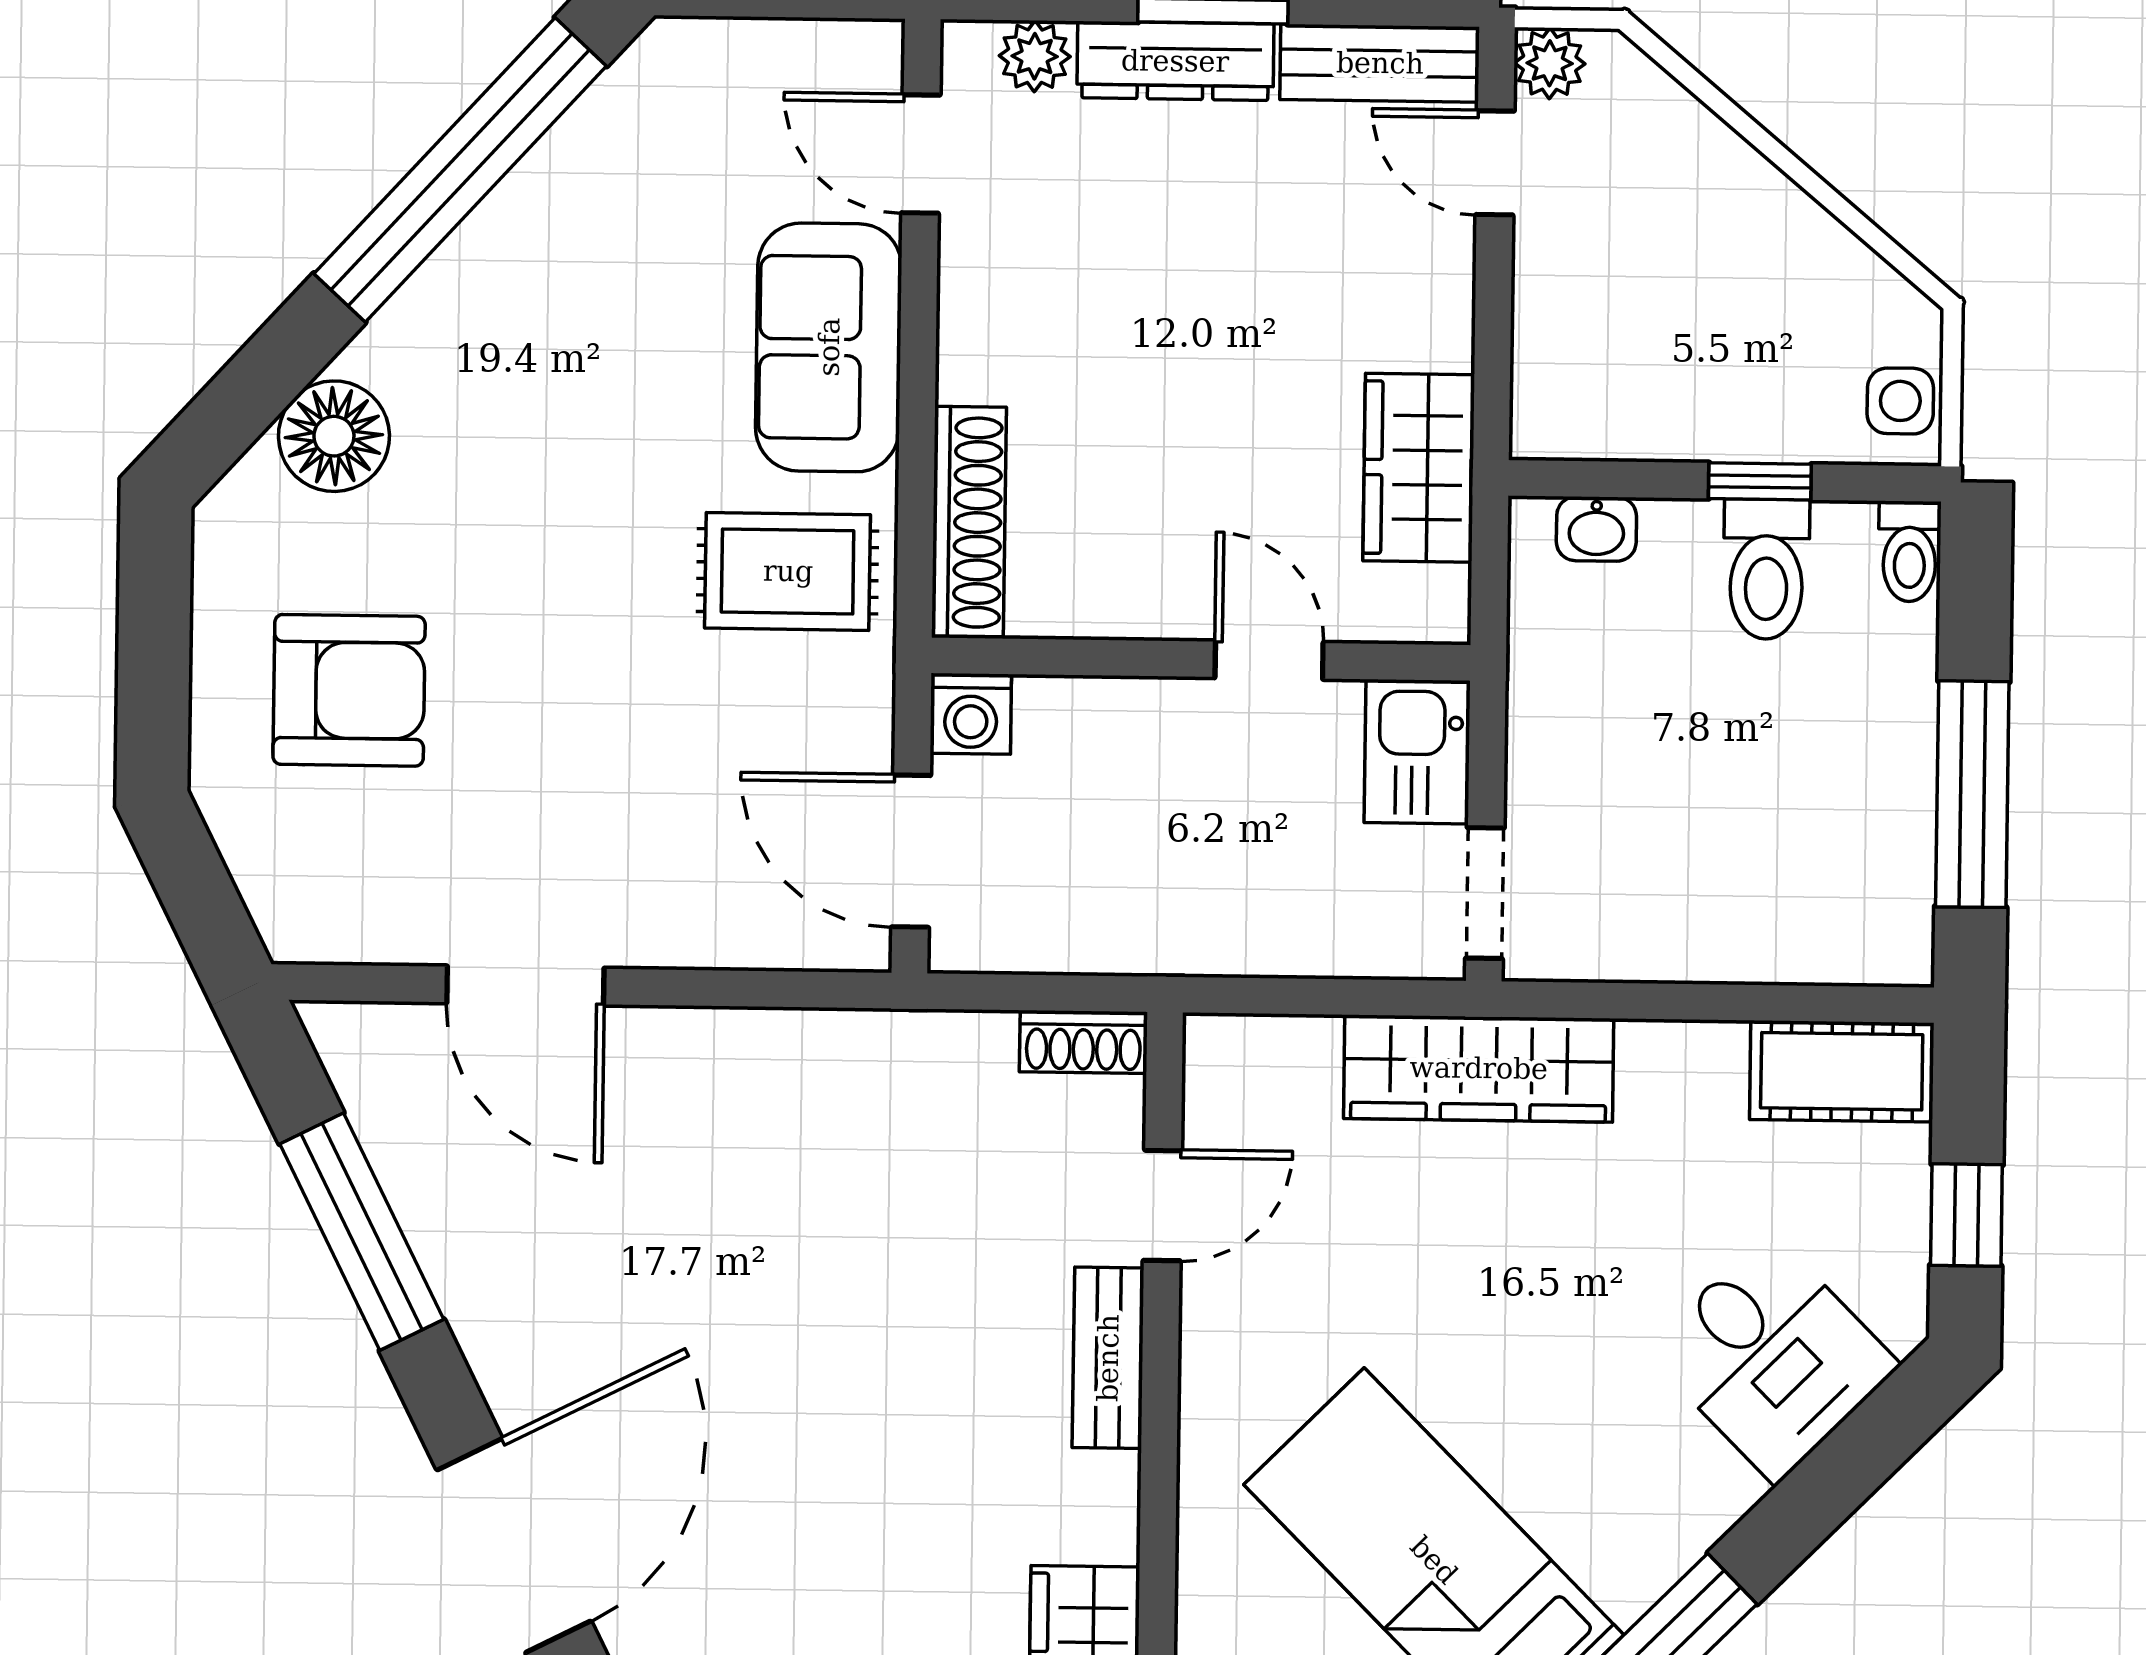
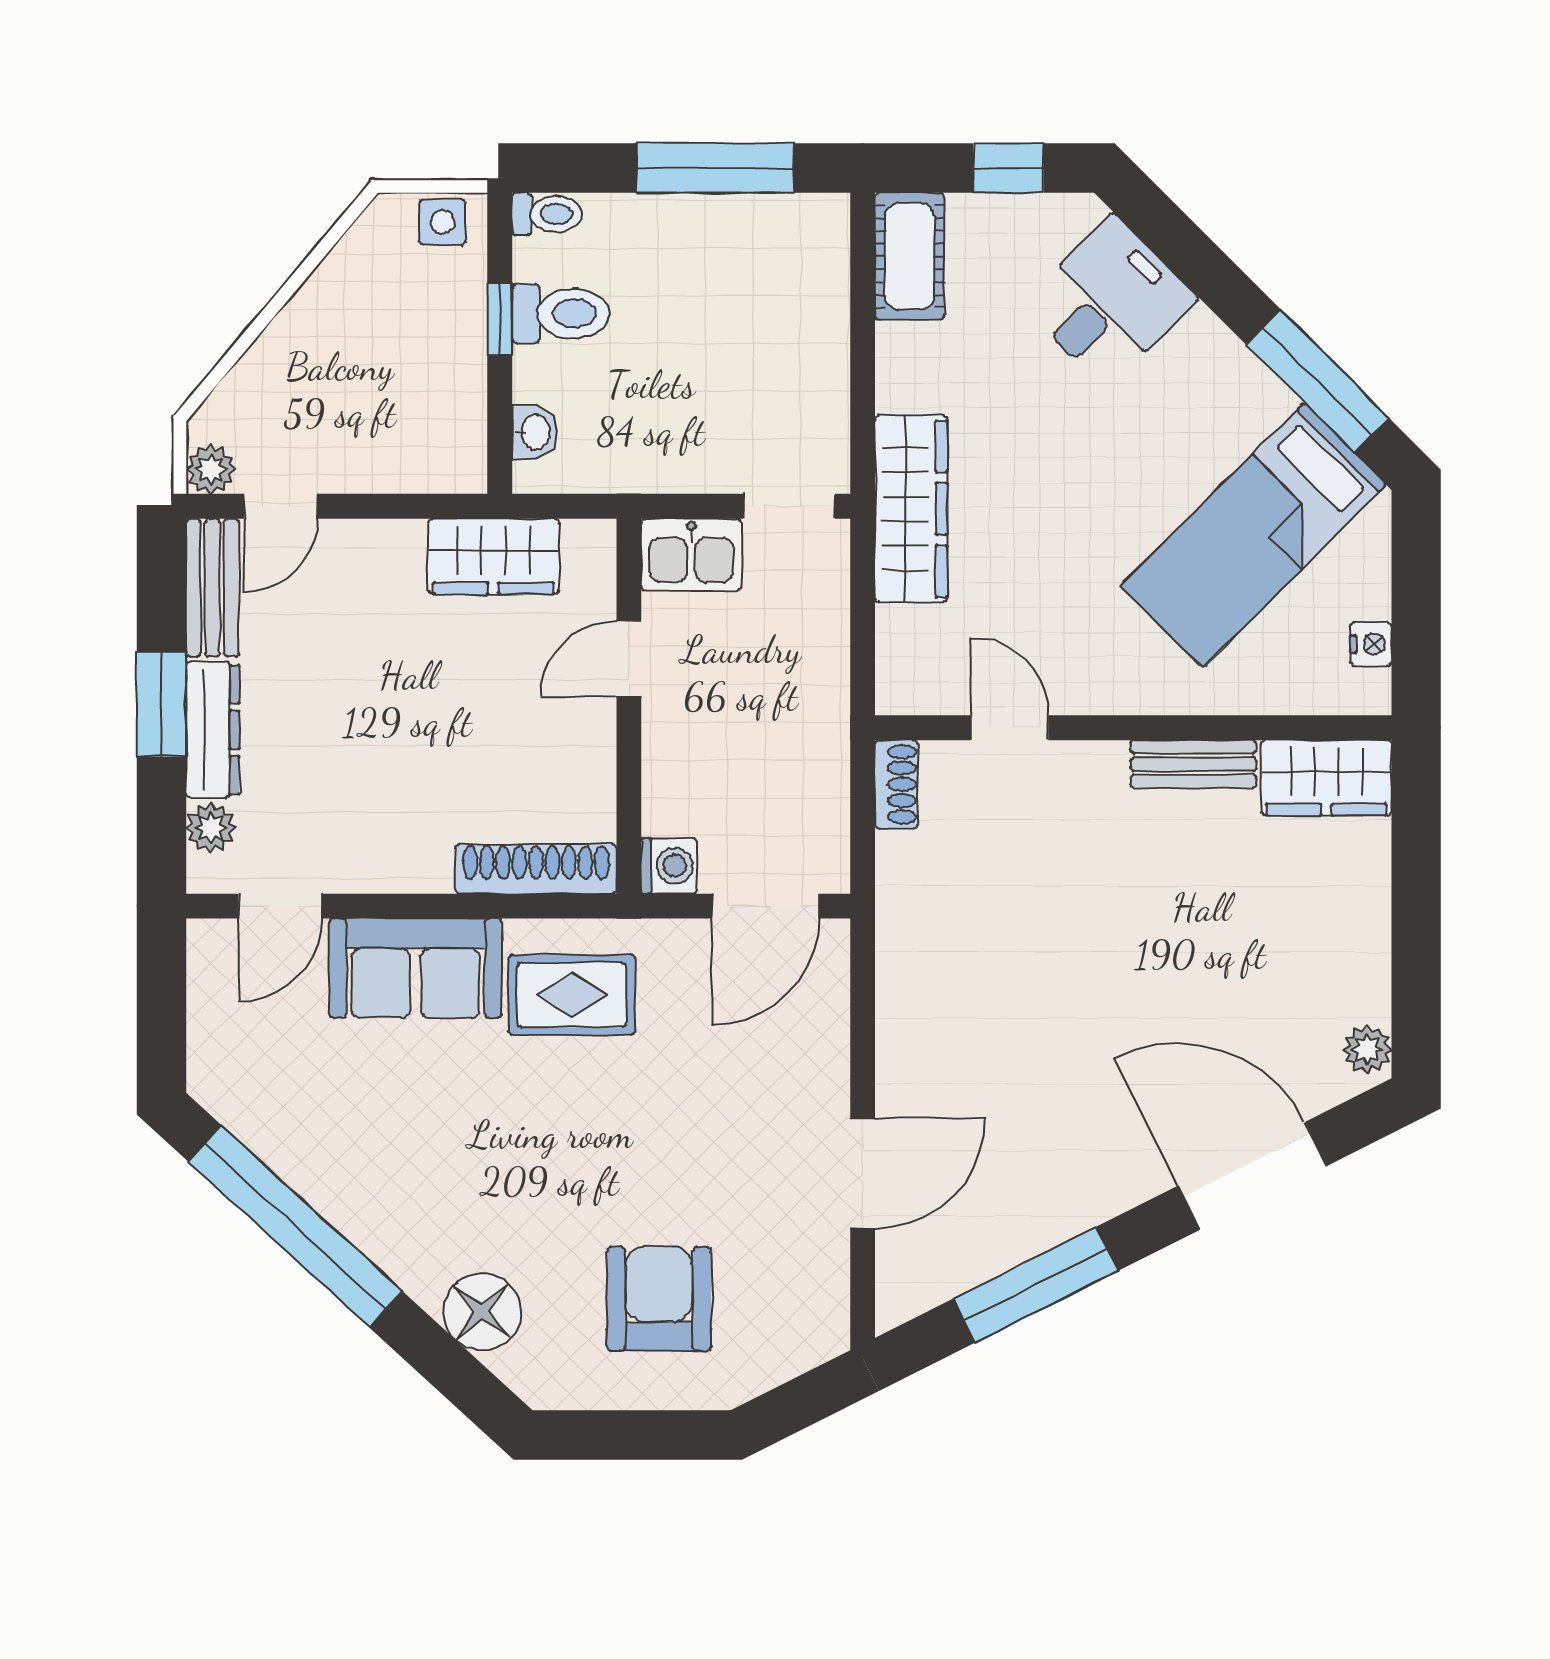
rug: (788, 571) -> (572, 995), turned 90
bench: (1108, 1358) -> (1193, 764), moved

